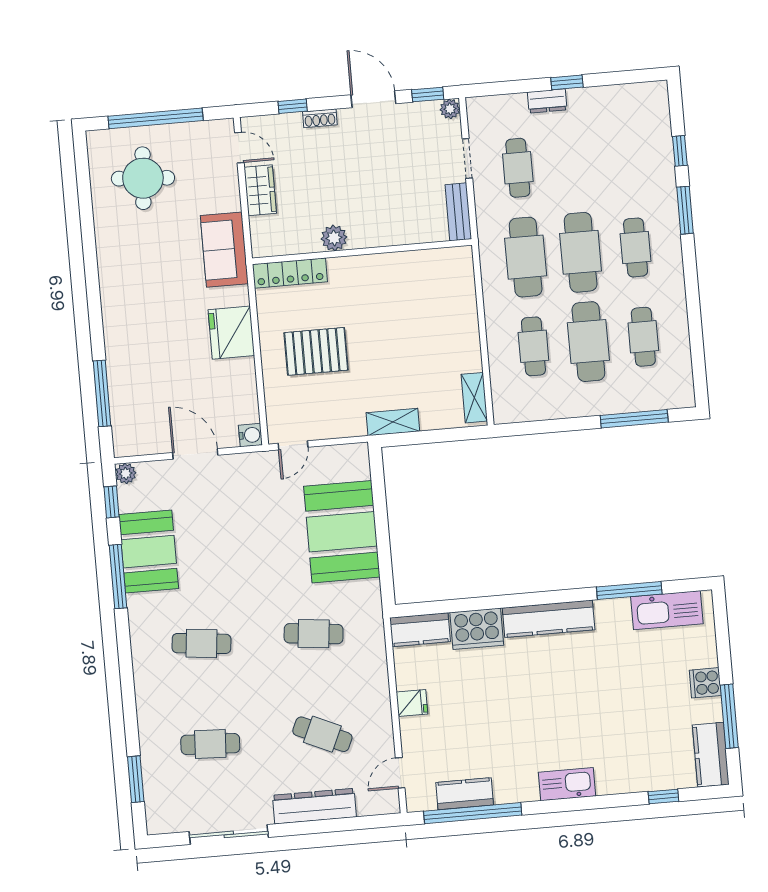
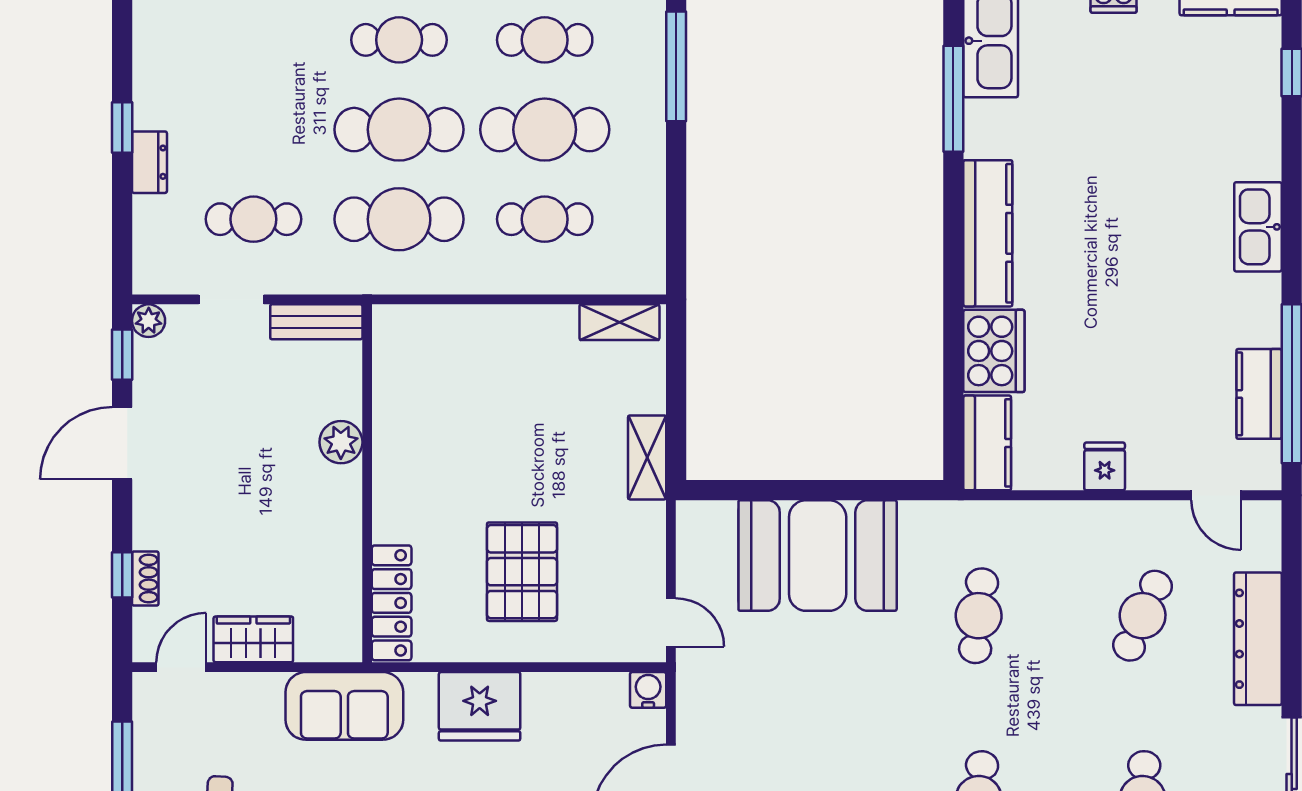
shoe rack: (320, 118) -> (145, 578), moved
plant: (334, 238) -> (341, 442), moved

